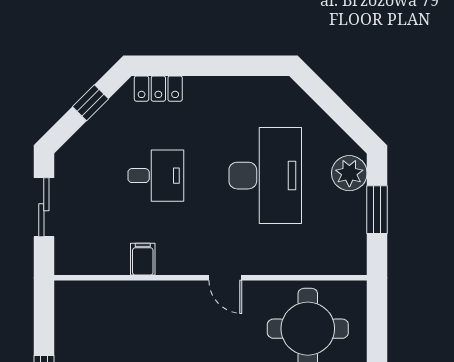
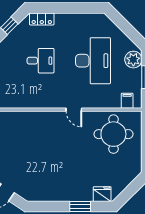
filing cabinet: (143, 259) -> (127, 101), moved

